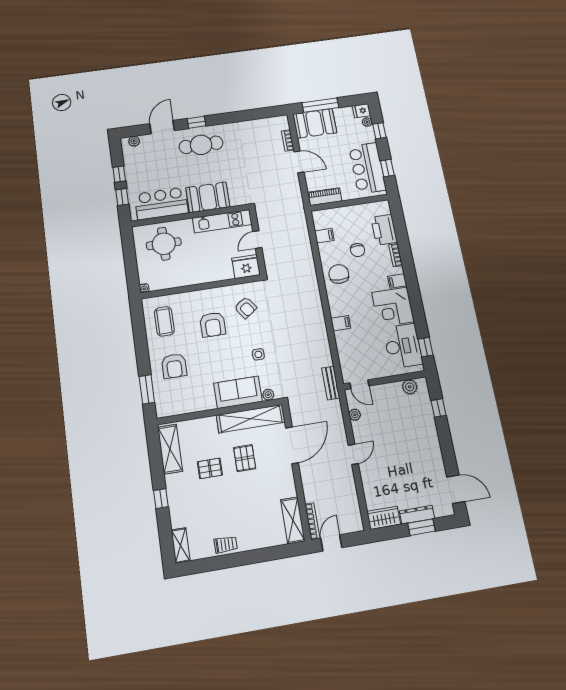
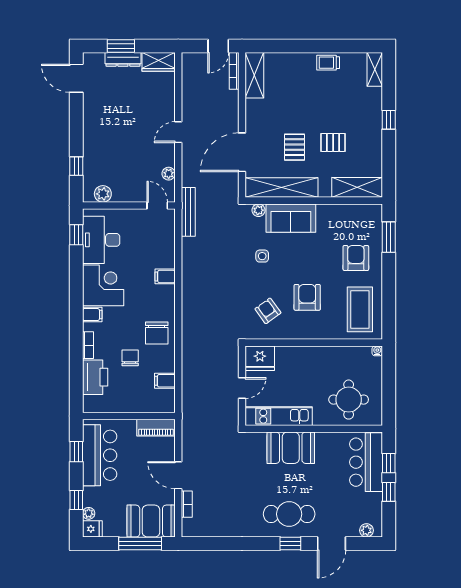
bar counter: (161, 204) -> (366, 462), moved, turned 90
coffee table: (164, 321) -> (360, 309), width x1.36, depth x1.32
bench: (331, 383) -> (188, 212), width x1.36
shelving: (170, 449) -> (357, 187), moved, turned 90

